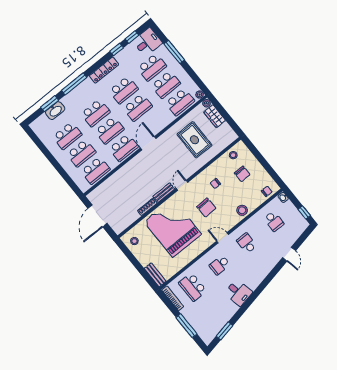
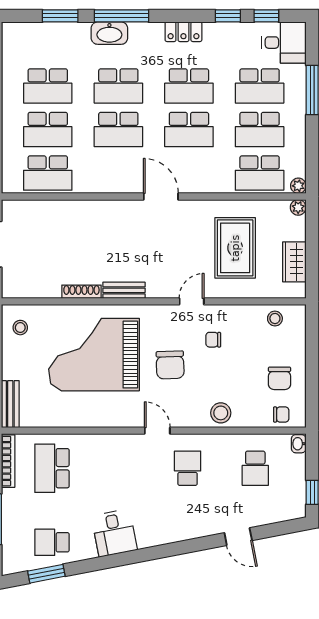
locker: (104, 70) -> (183, 32), width x0.66
washbasin: (55, 111) -> (109, 33), moved
wardrobe: (215, 116) -> (294, 262), moved
door: (148, 143) -> (161, 197), hinge flipped
school desk: (124, 148) -> (118, 173), removed
chair: (242, 174) -> (279, 378), moved
door: (182, 185) -> (192, 301), moved
grand piano: (173, 228) -> (94, 355), turned -90
door: (289, 254) -> (238, 537), hinge flipped
school desk: (220, 265) -> (52, 542), moved

